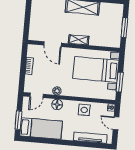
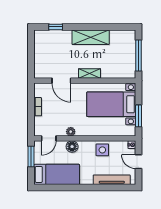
window: (124, 28) -> (139, 56), width x1.44
window: (18, 120) -> (31, 156), moved

